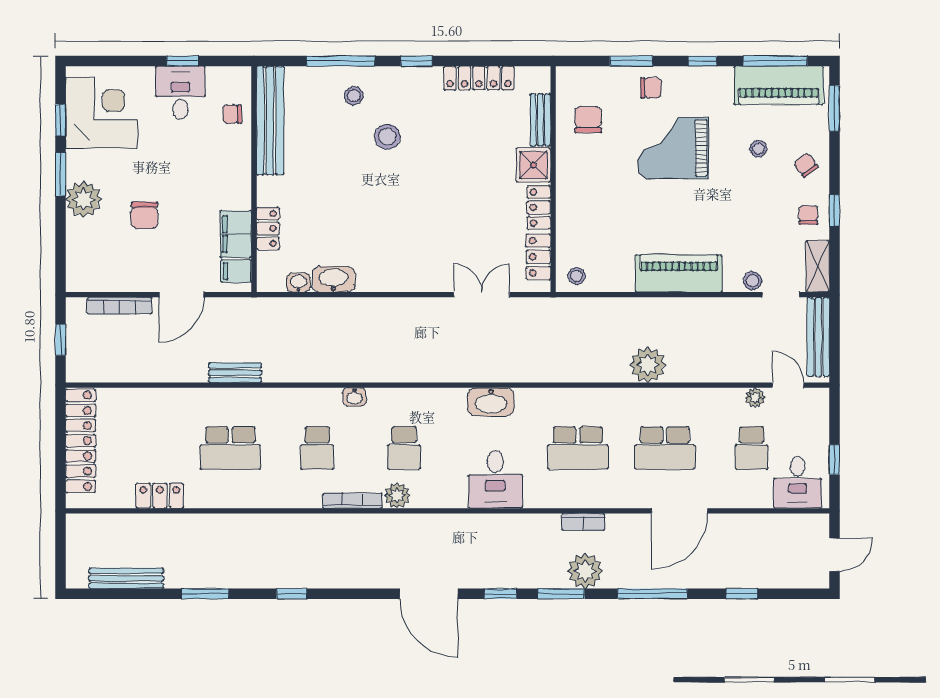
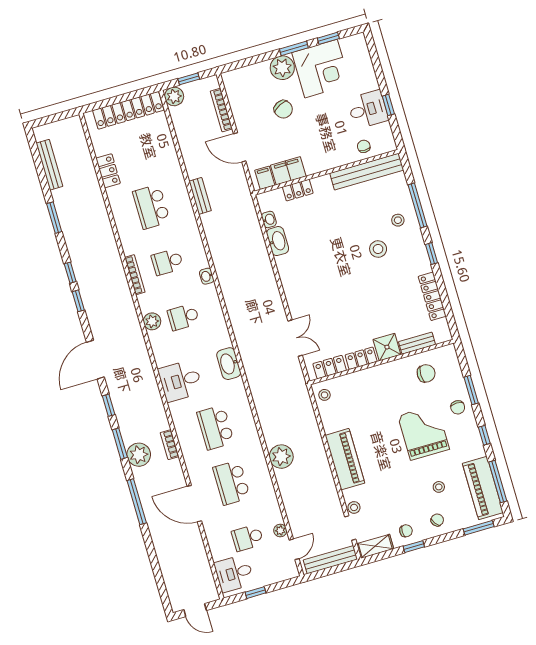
corner desk: (101, 113) -> (321, 69), moved
chair: (144, 215) -> (283, 109), turned -116
plant: (80, 368) -> (174, 96), added
bookcase: (352, 501) -> (135, 275), moved
window: (742, 594) -> (78, 301), moved

